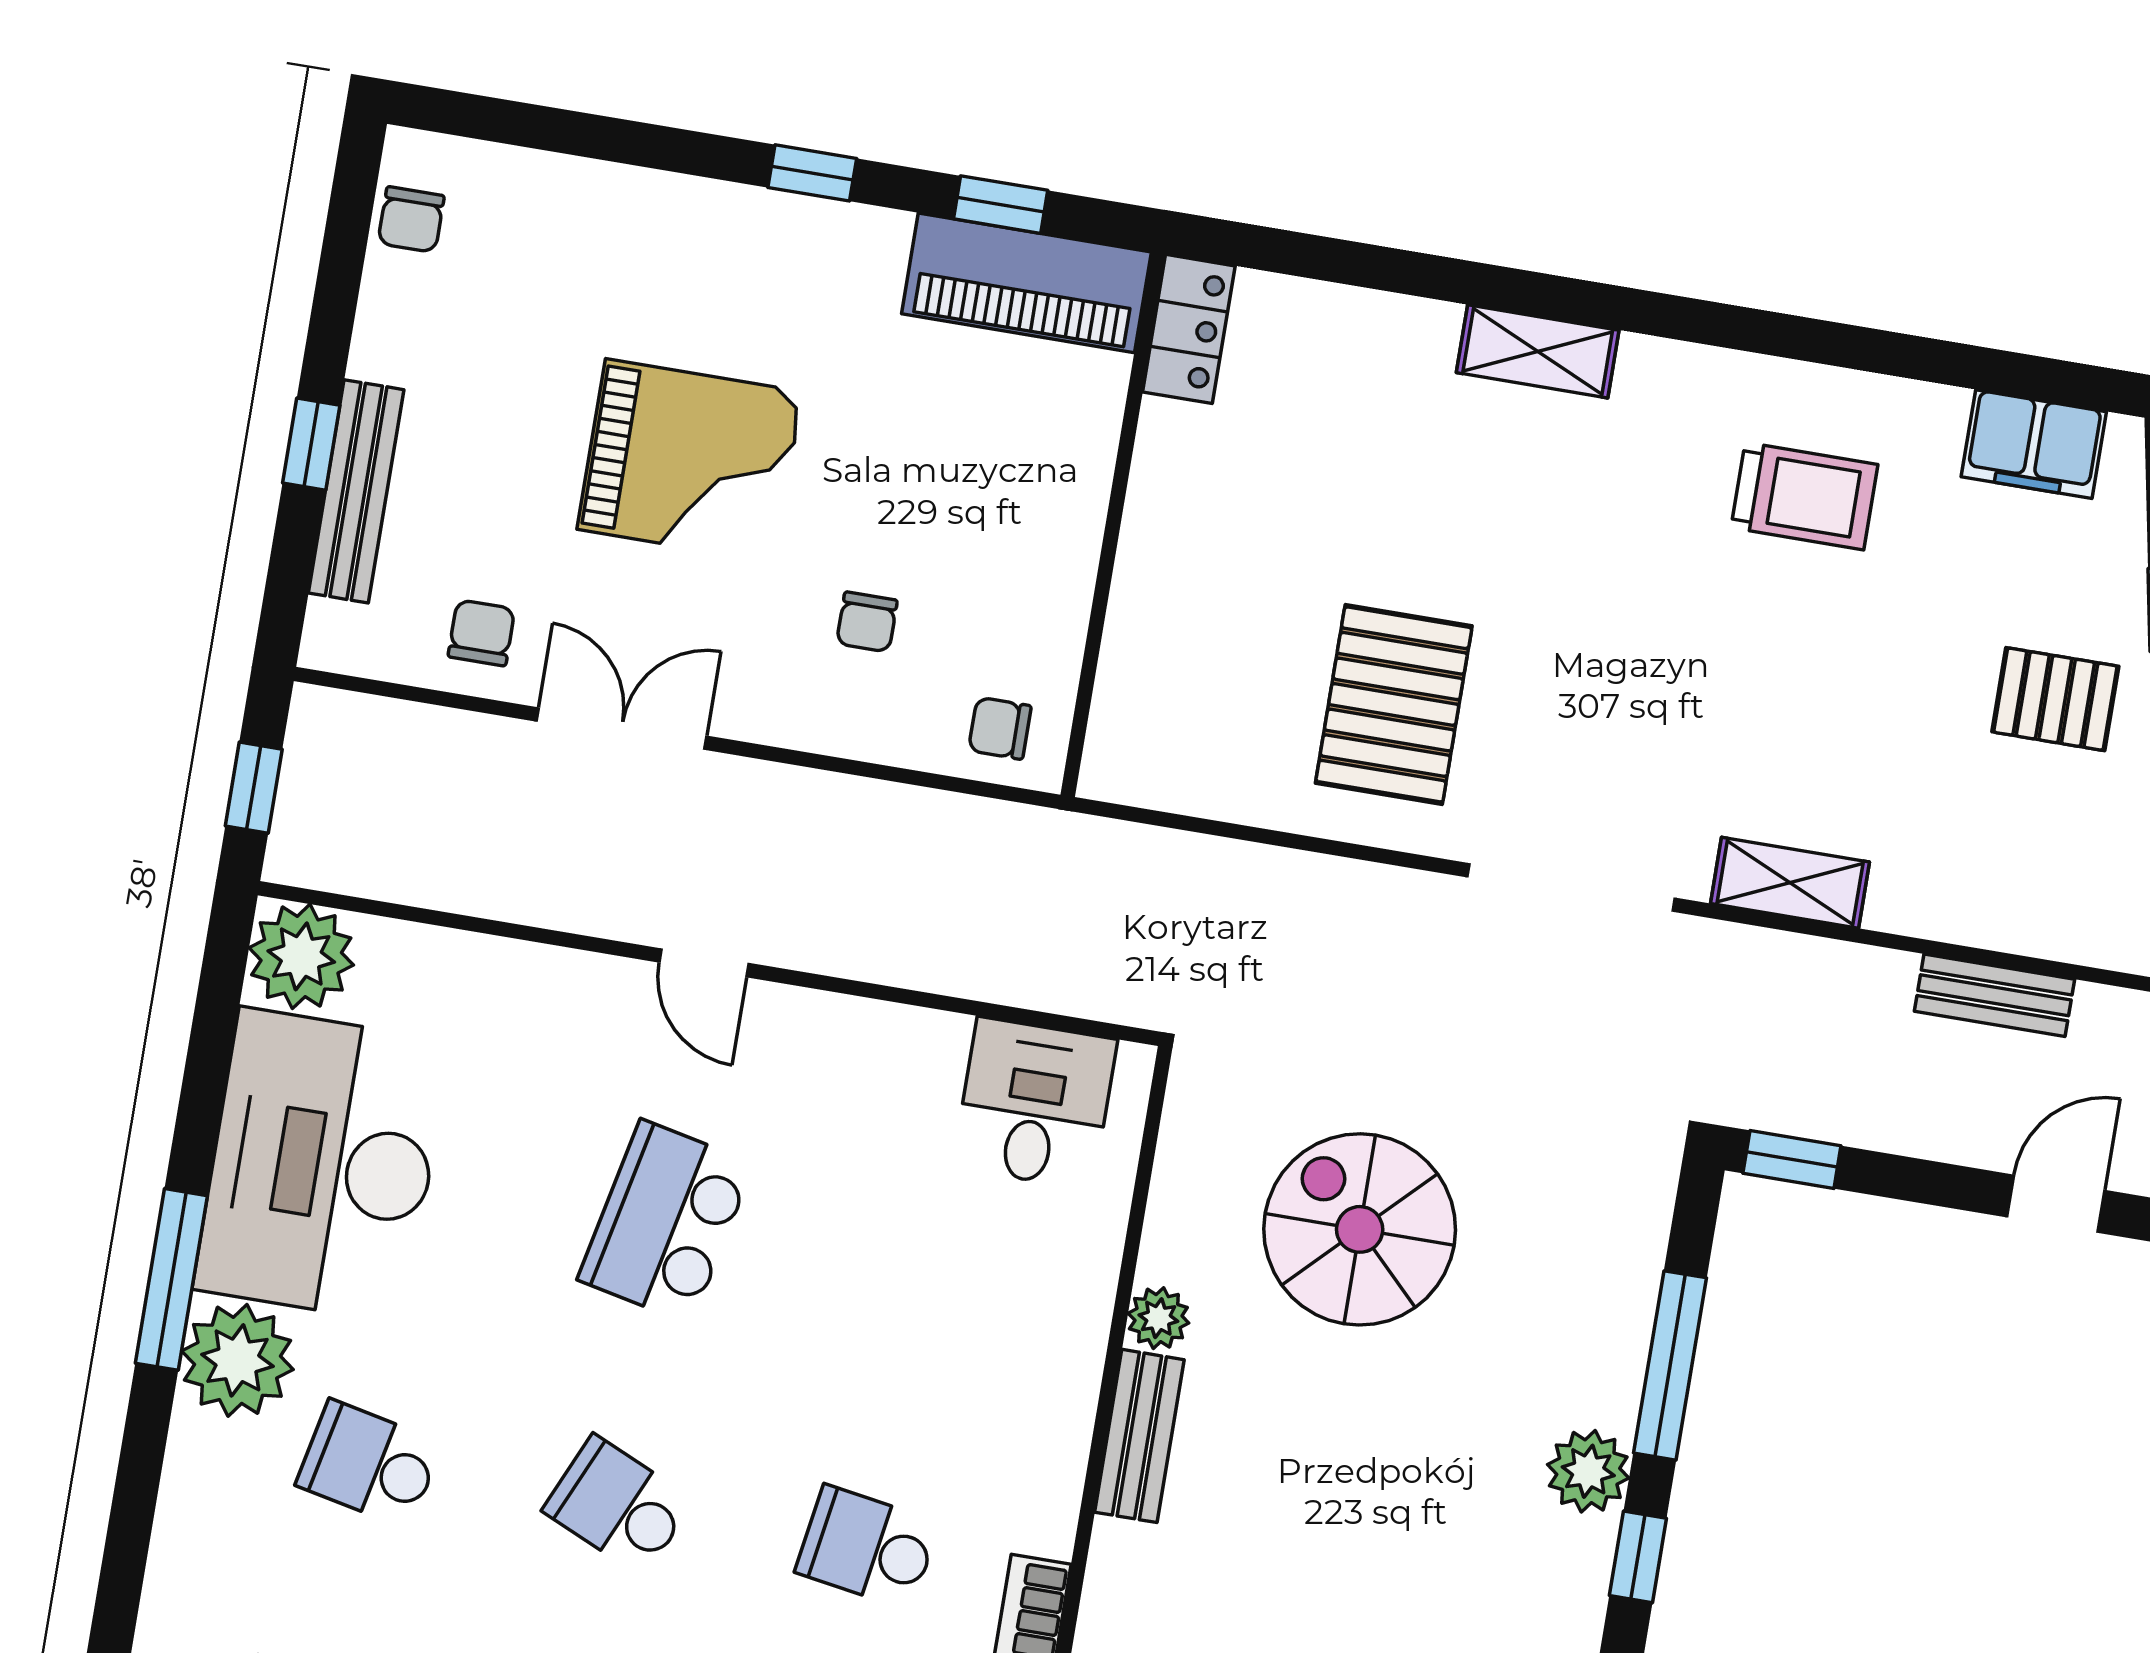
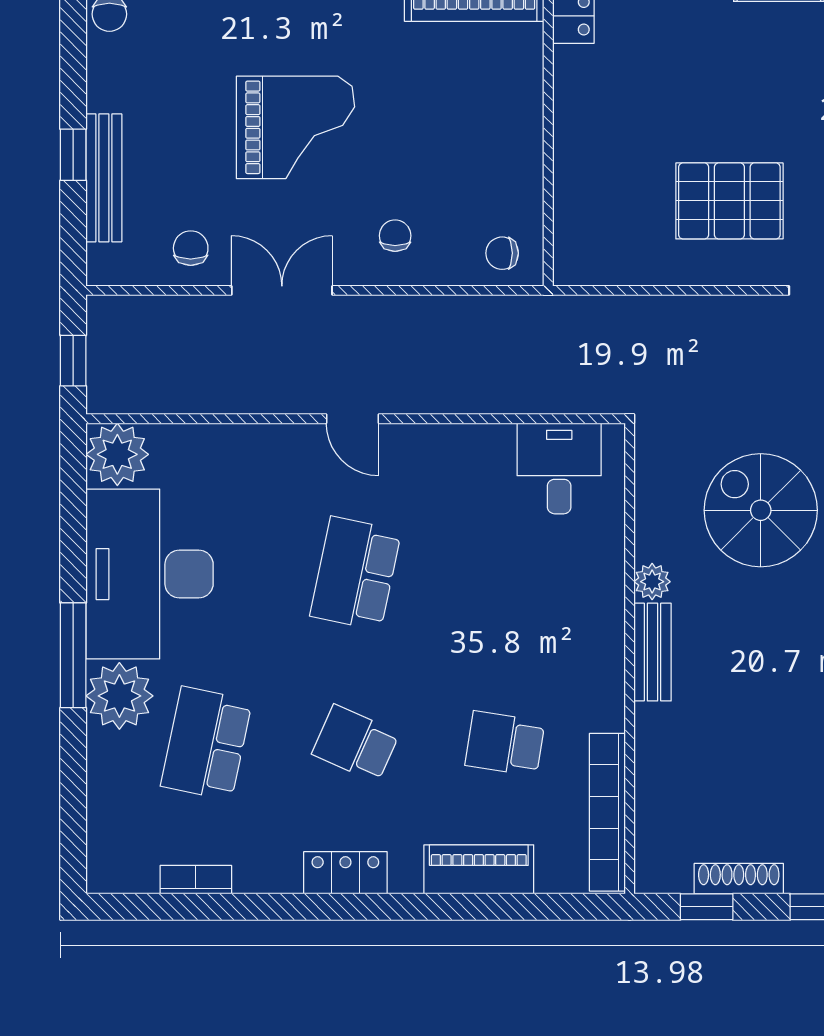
chair: (867, 622) -> (395, 236), moved, turned 180
pallet: (1394, 704) -> (729, 201), turned 90
school desk: (369, 1464) -> (206, 743), width x1.85

